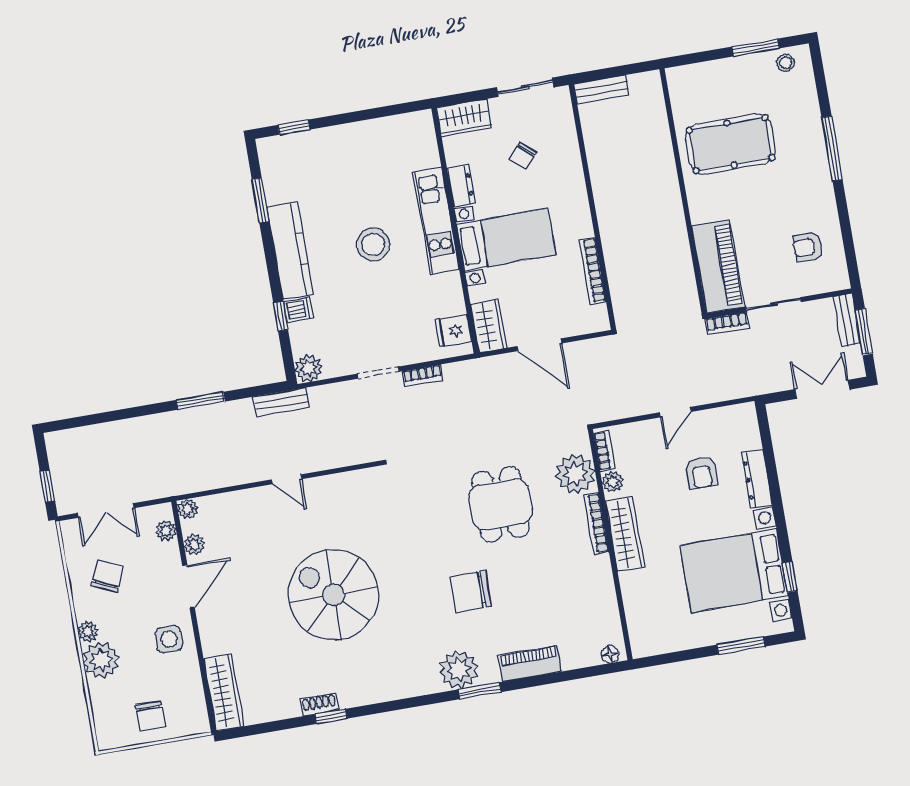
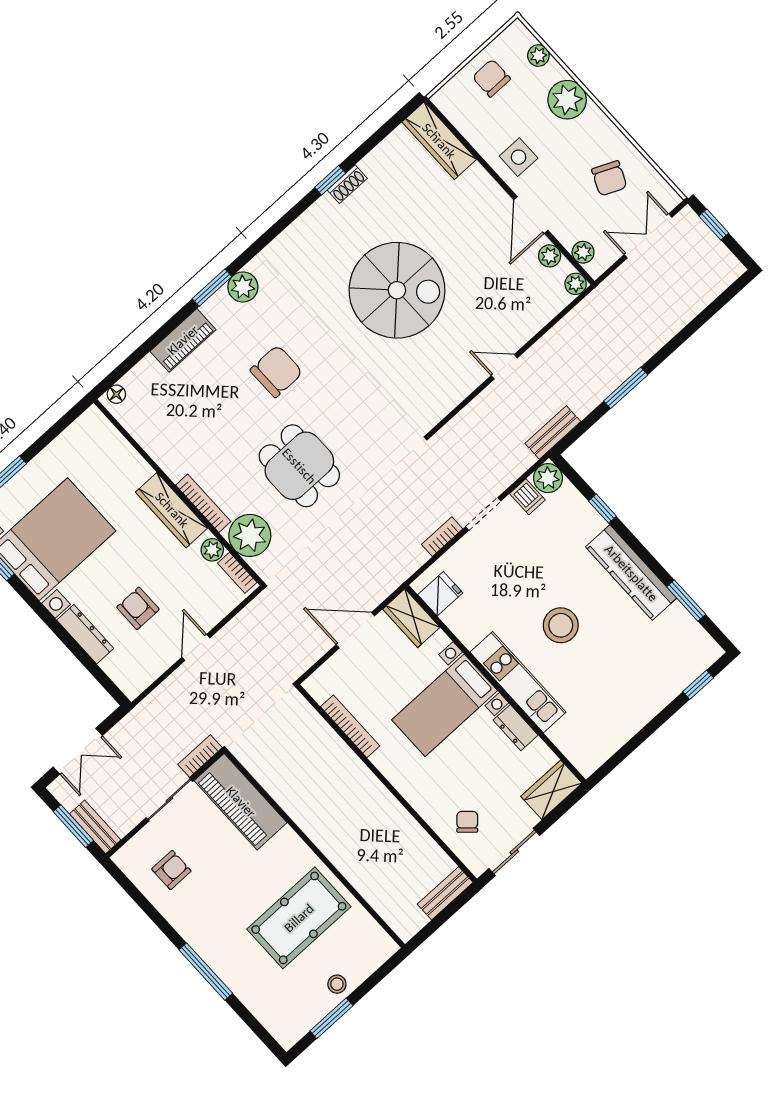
stool: (786, 63) -> (337, 984), moved
chair: (523, 156) -> (467, 822), moved
dishwasher: (298, 310) -> (527, 497), moved, turned -90
plant: (88, 632) -> (538, 56), moved
plant: (459, 670) -> (243, 287), width x0.73, depth x0.73

